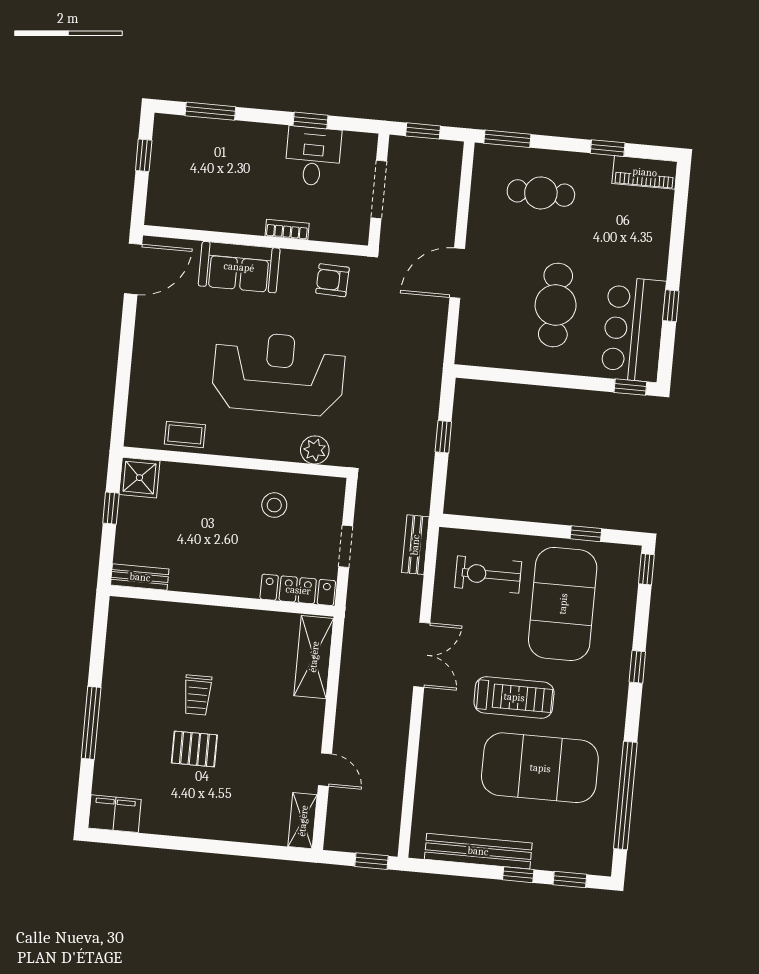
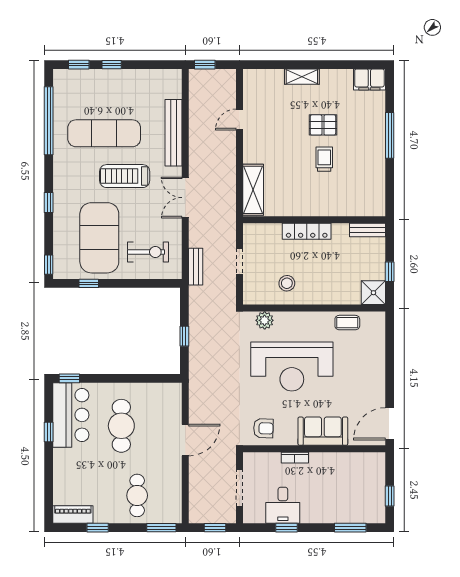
cafe table: (541, 193) -> (137, 495), turned 90
locker: (298, 590) -> (307, 231), moved
exercise mat: (540, 768) -> (104, 133), width x0.68
door: (325, 770) -> (239, 119), hinge flipped
shelving: (303, 821) -> (302, 77), moved, turned 90
bench: (478, 851) -> (173, 133), moved, turned 90

